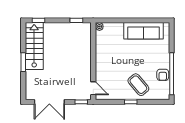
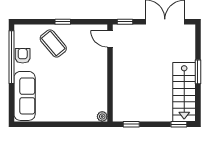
sofa: (144, 31) -> (25, 96), moved, turned 90

